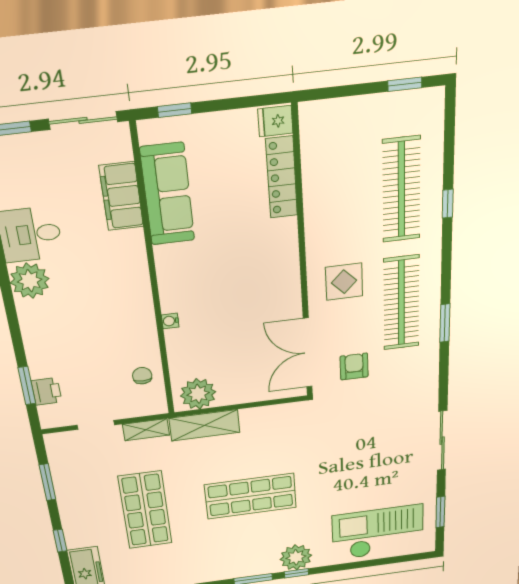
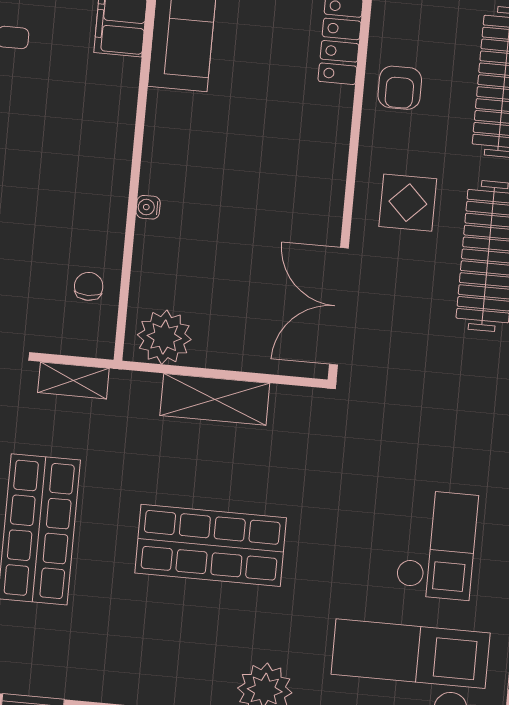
armchair: (354, 367) -> (400, 88), moved, turned 180
shelving: (204, 425) -> (215, 399), moved
checkout: (387, 467) -> (437, 545), added

